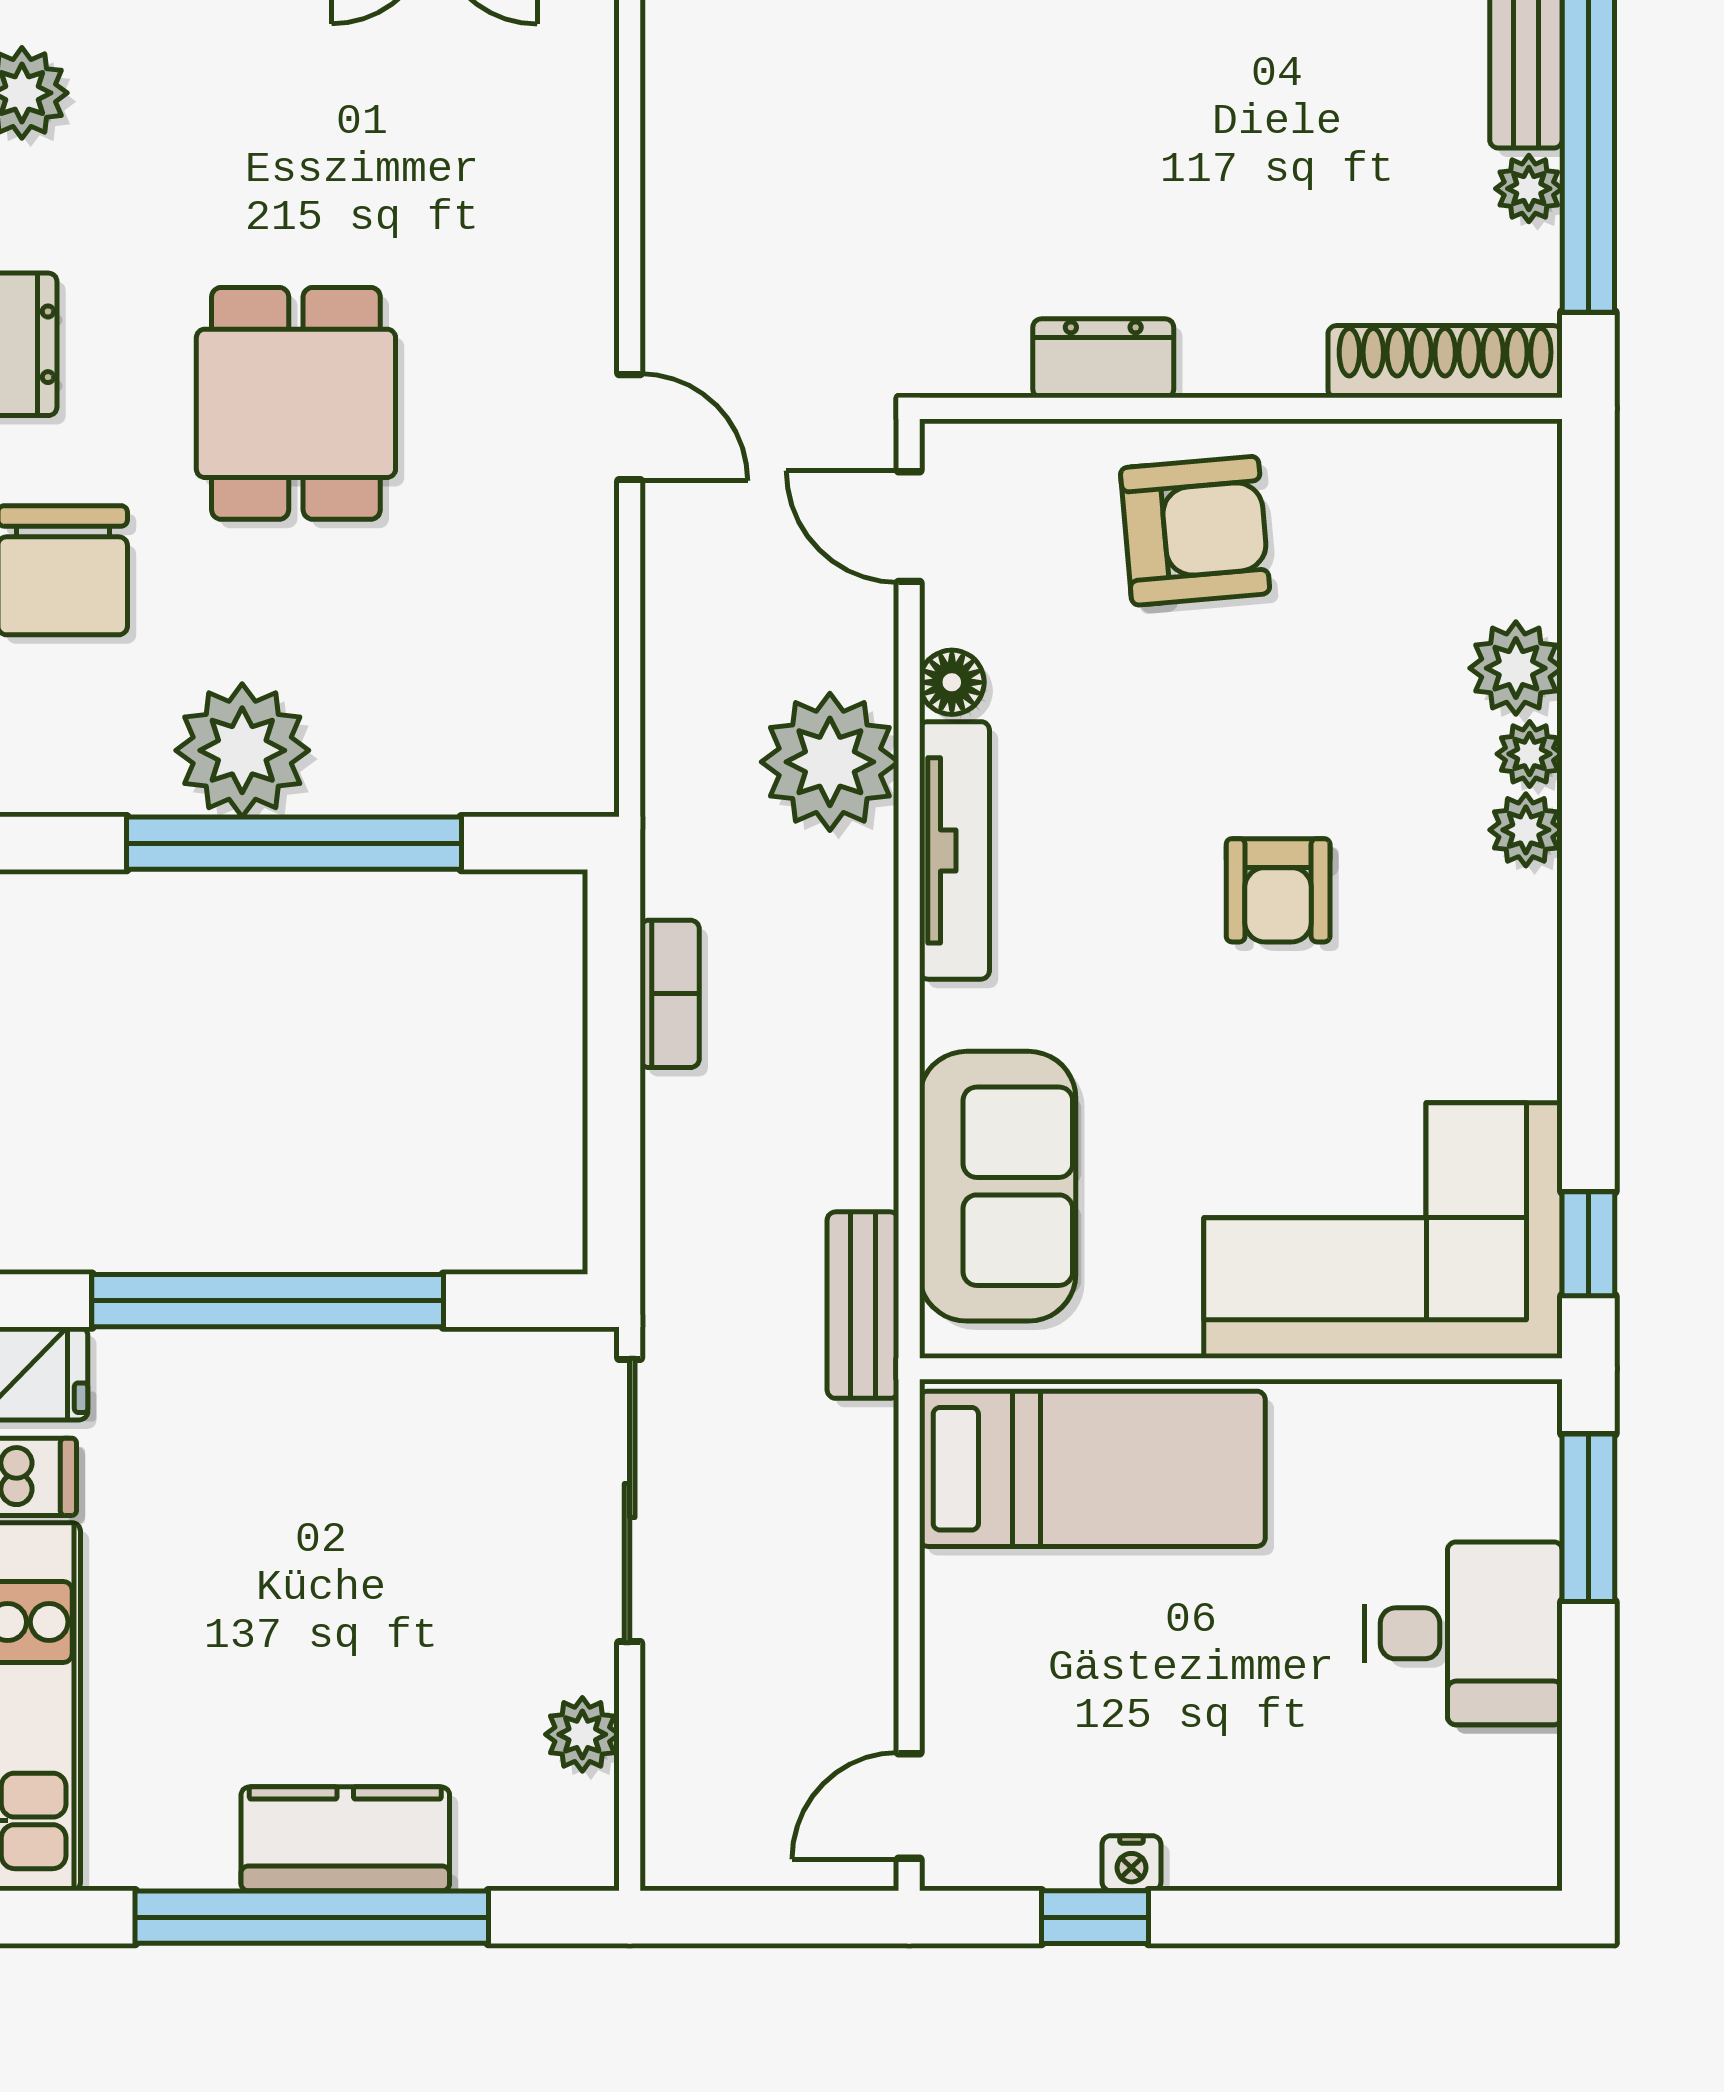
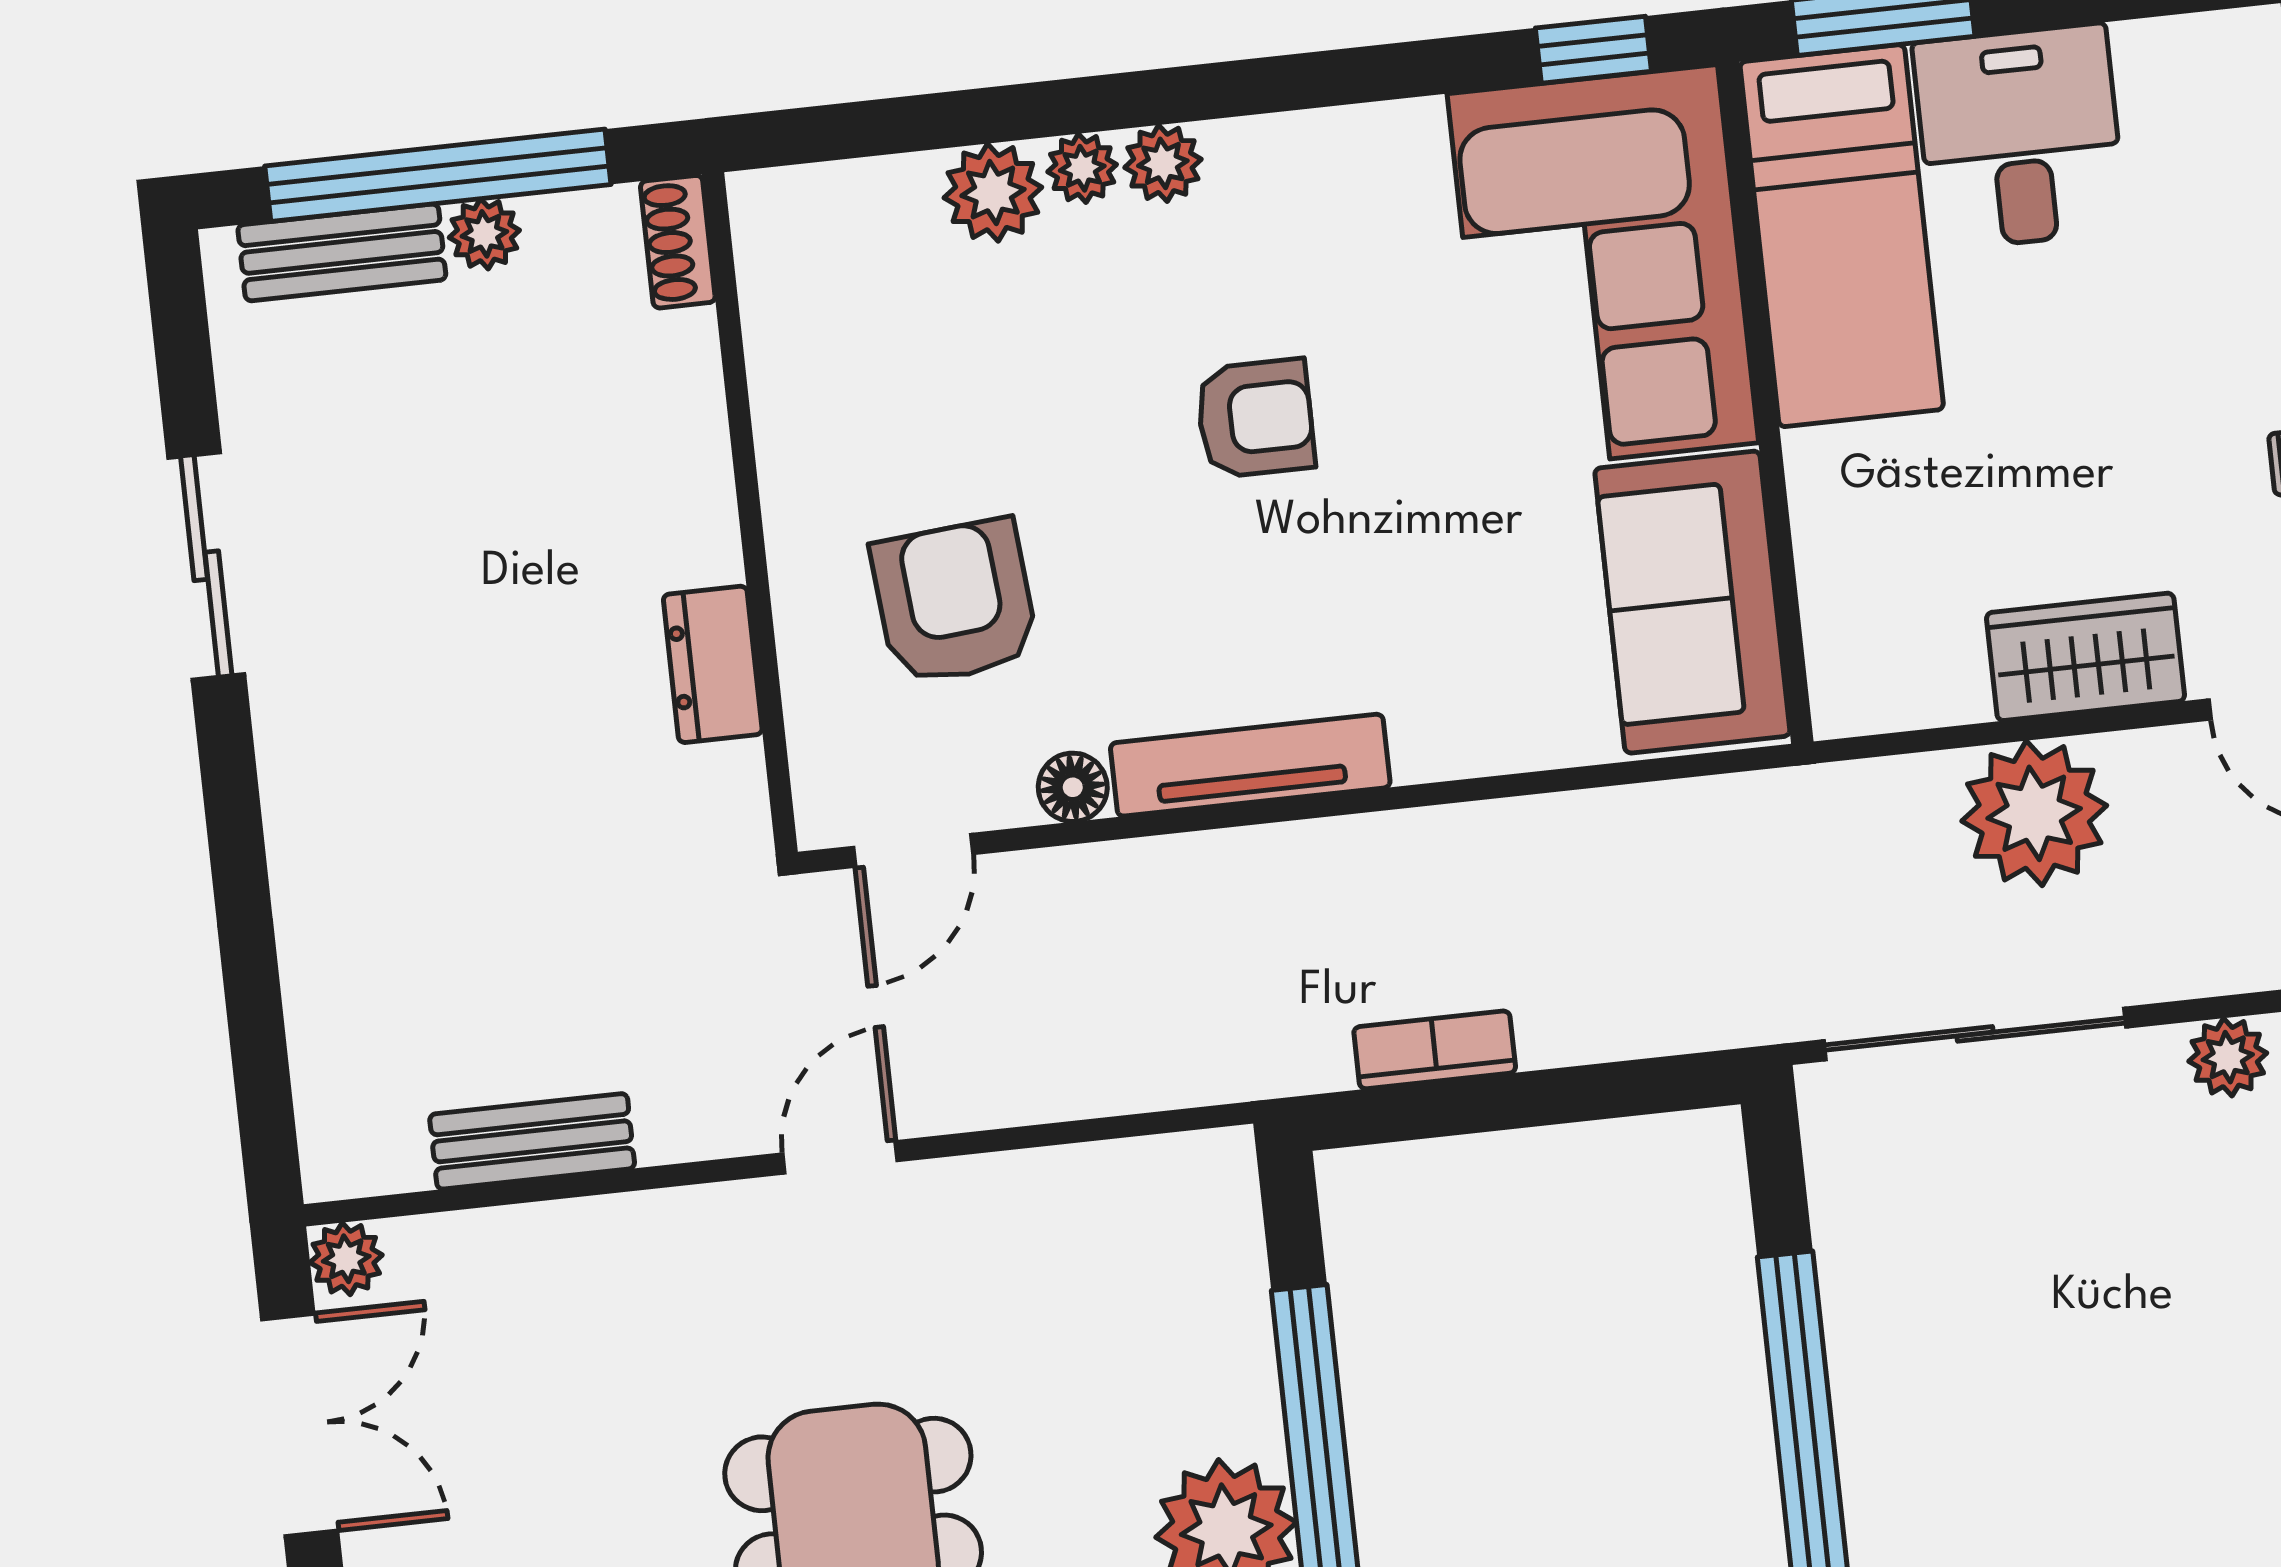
shoe rack: (1445, 362) -> (678, 242), width x0.51, depth x0.81
armchair: (1195, 531) -> (955, 602), moved
plant: (830, 762) -> (2034, 813), moved
sofa: (998, 1186) -> (1692, 602), moved, turned -90
bench: (863, 1305) -> (532, 1141), moved
bed: (1092, 1469) -> (1842, 236), moved, turned 180
wardrobe: (971, 1642) -> (2085, 657), added

